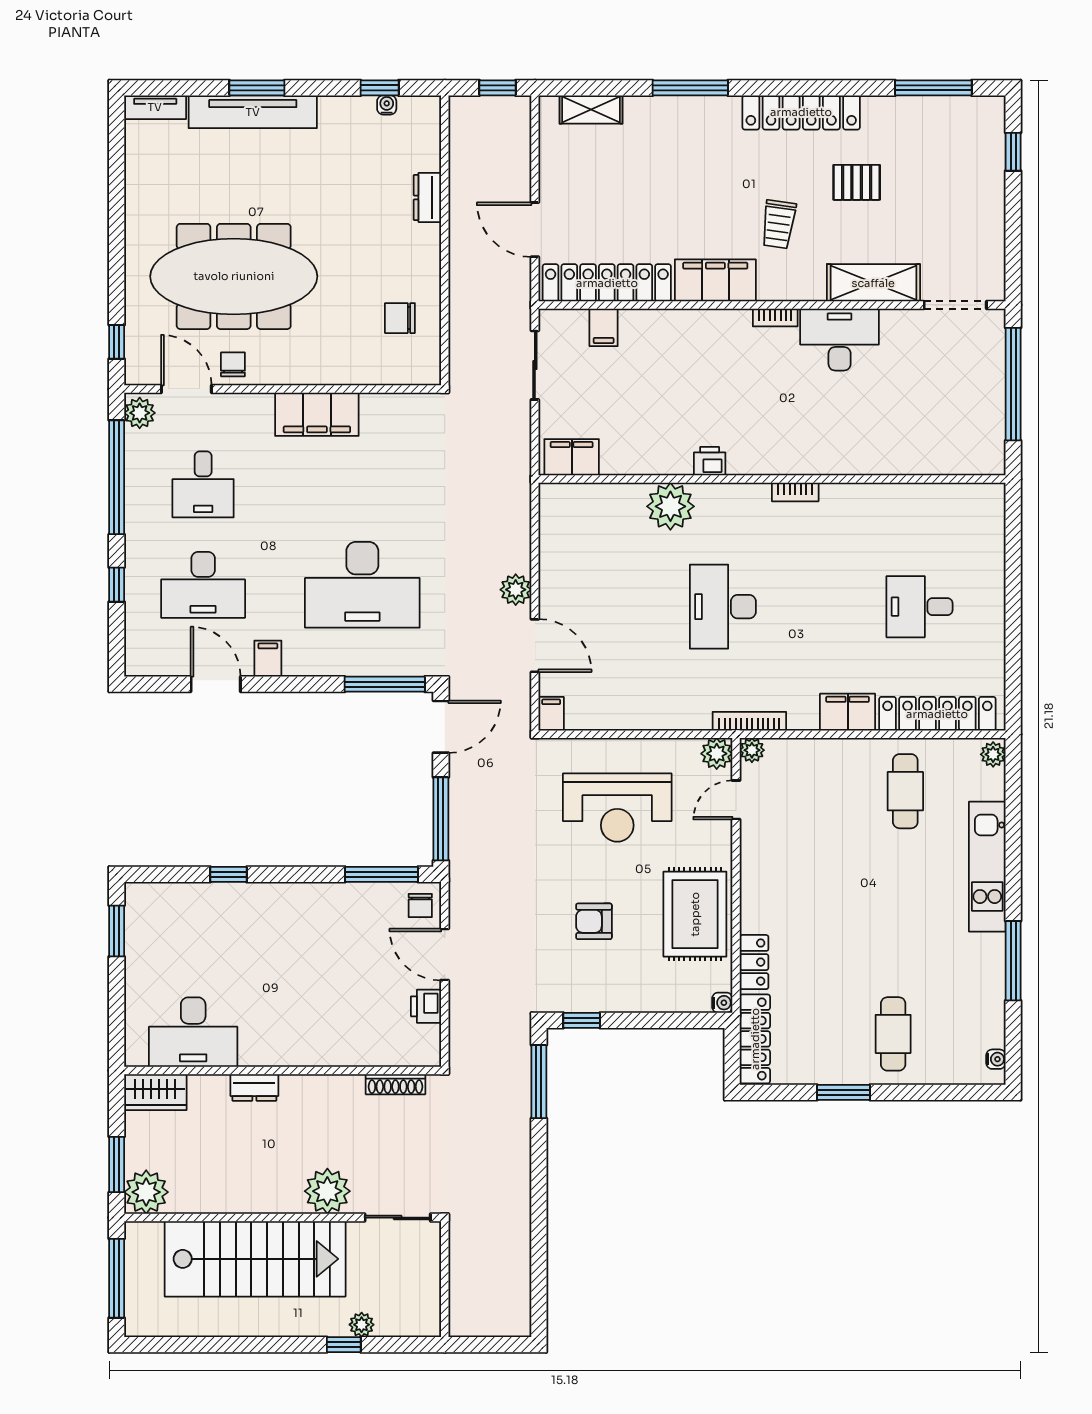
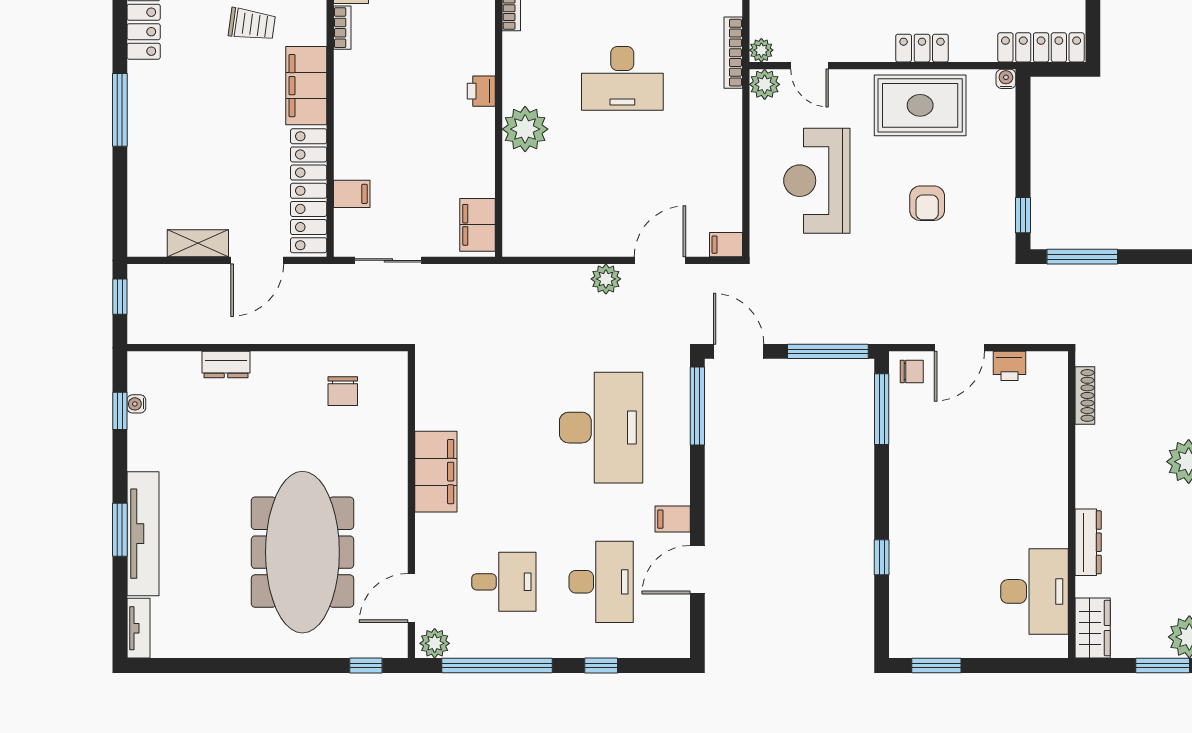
shelving: (591, 110) -> (198, 243), moved, turned 90
chair: (233, 364) -> (388, 553), removed
reception desk: (617, 808) -> (817, 181), turned 180
locker: (754, 962) -> (922, 48), moved
dresser: (254, 1087) -> (1088, 542), width x1.44

